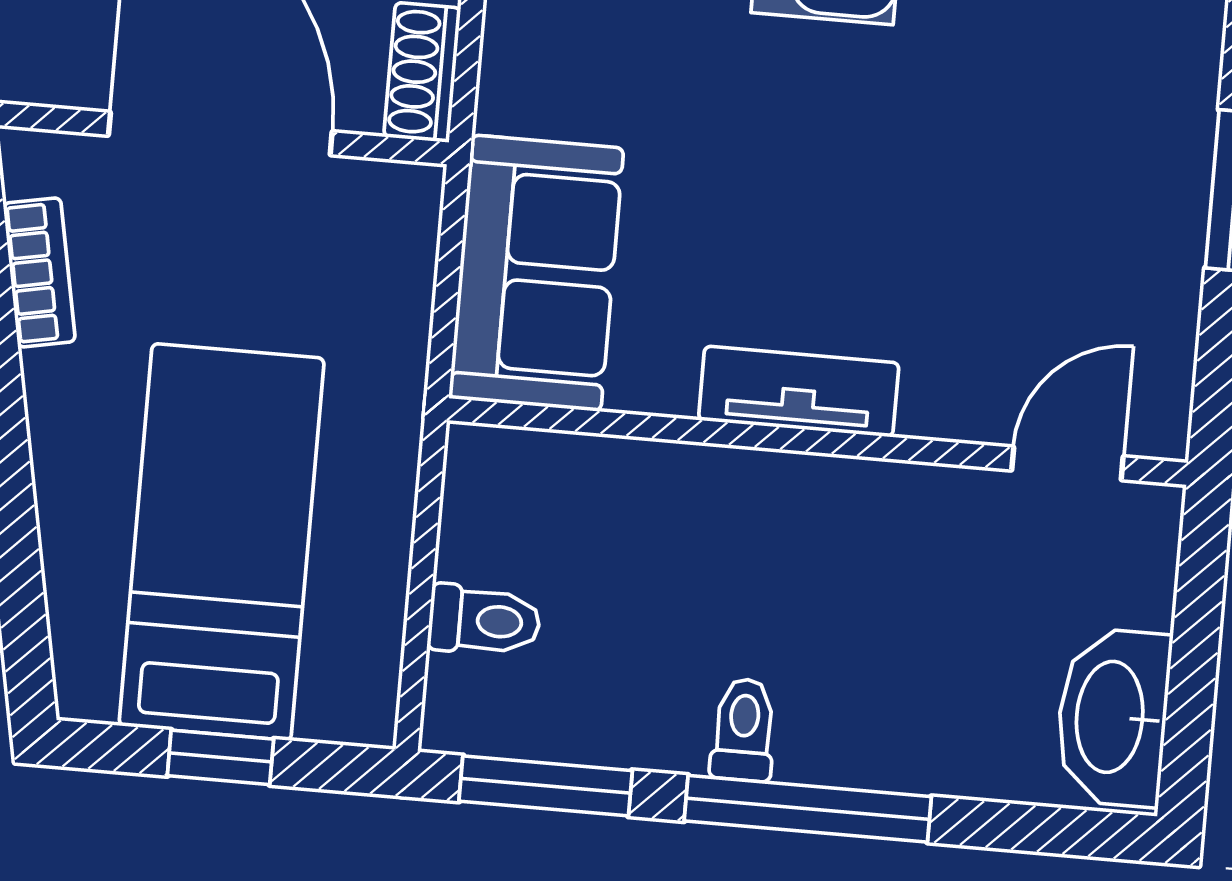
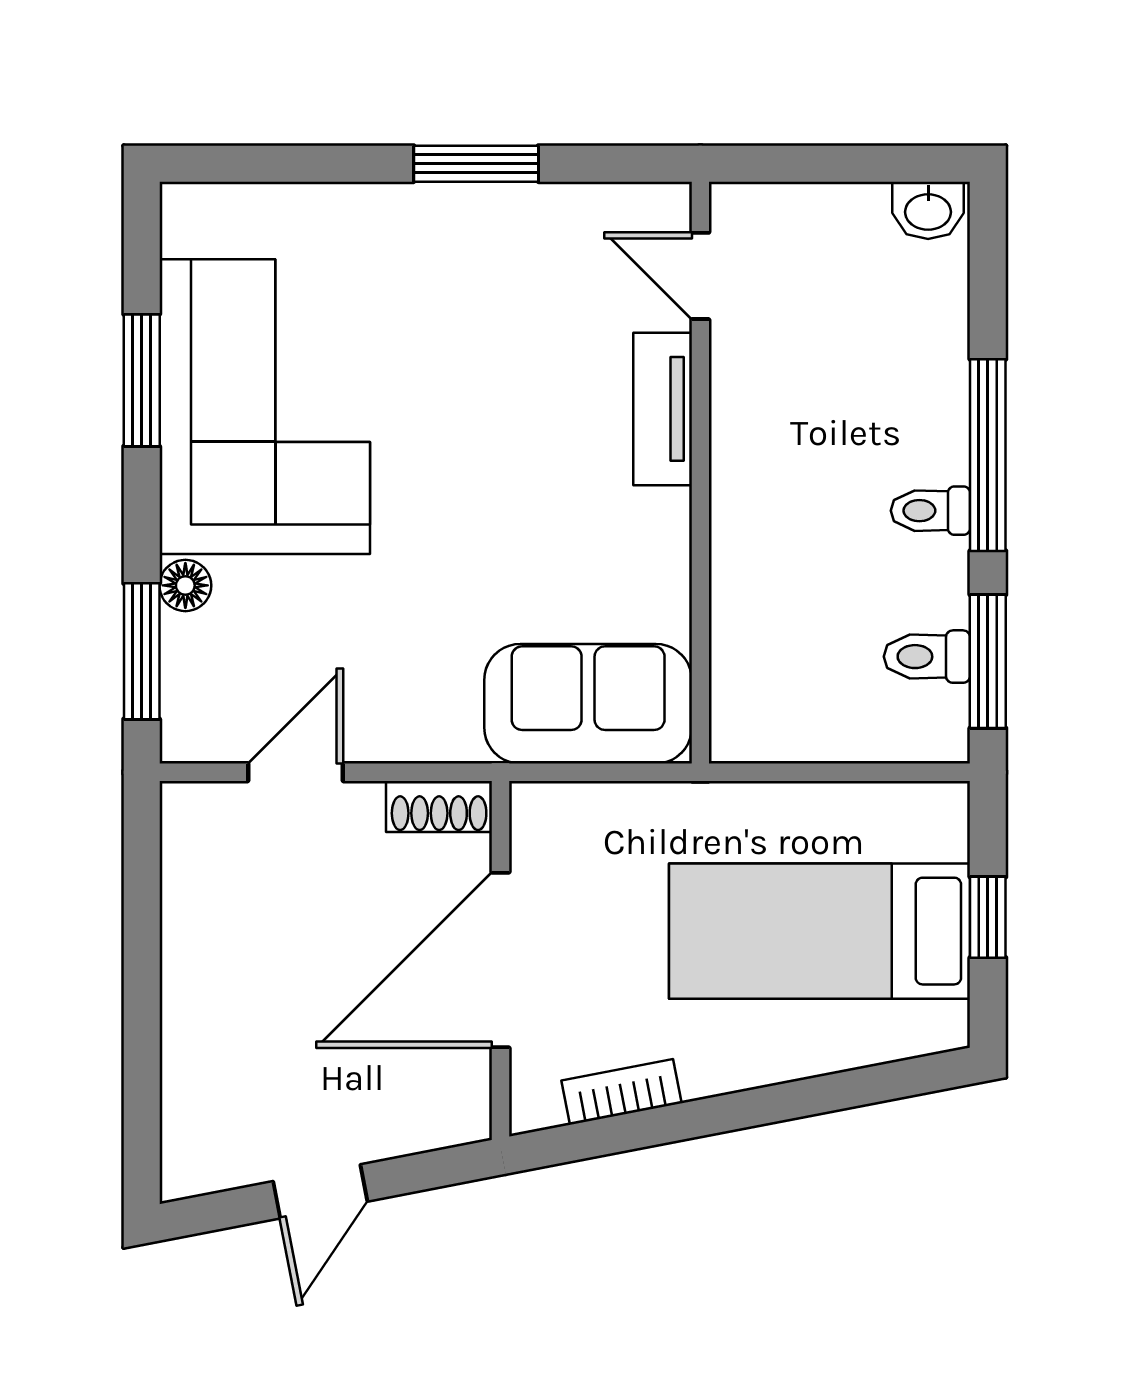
tv unit: (799, 391) -> (663, 409), moved
toilet: (484, 620) -> (927, 657), moved, turned -90
washbasin: (1113, 717) -> (928, 210), width x0.52, depth x0.69

